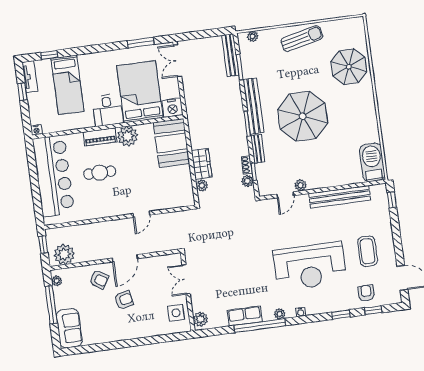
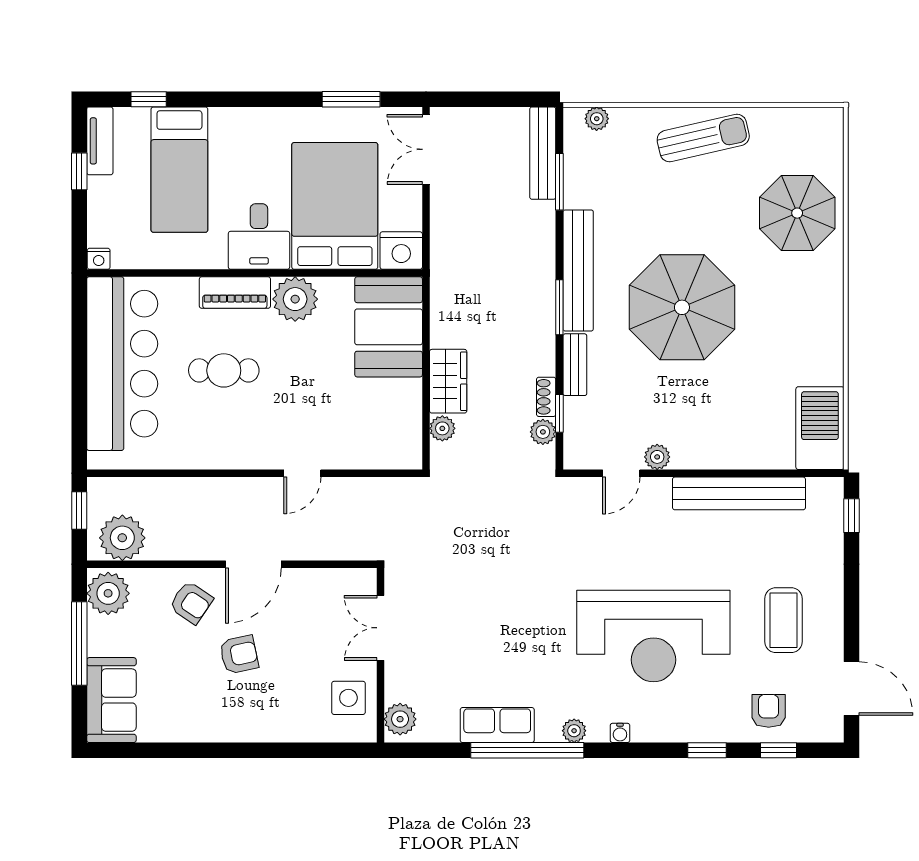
plant: (57, 281) -> (108, 593), width x1.88, depth x1.88

